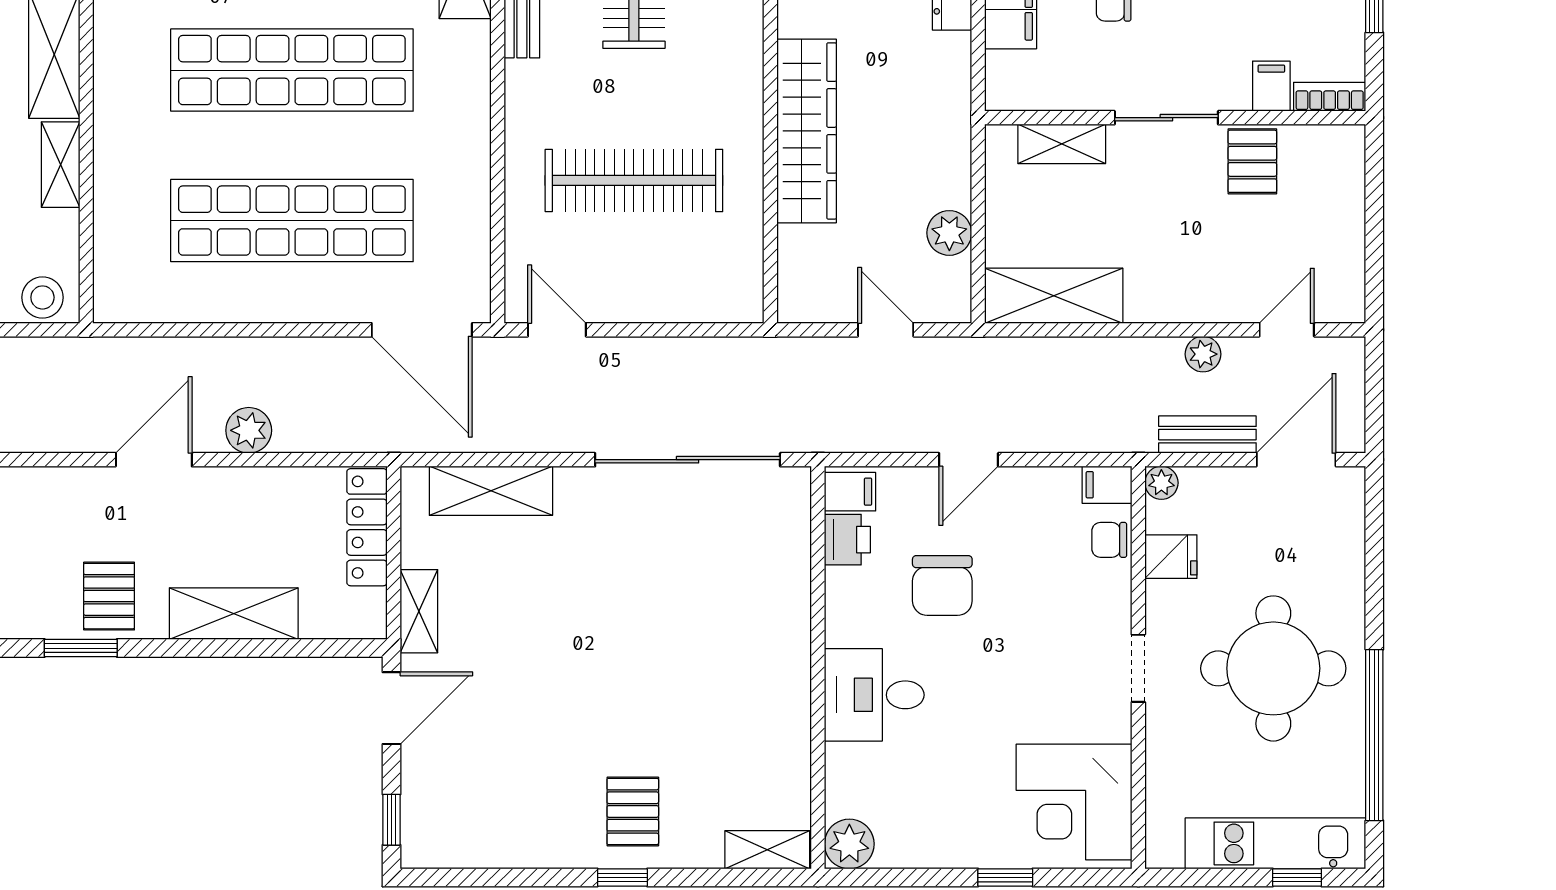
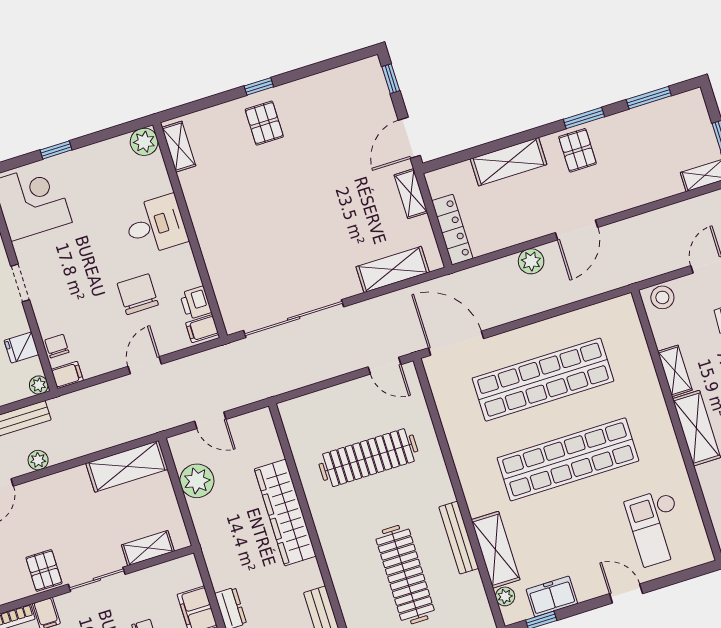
plant: (949, 233) -> (197, 481), width x1.36, depth x1.36
chair: (1109, 540) -> (57, 346), turned -90
shelving: (767, 850) -> (179, 147), moved, turned 90

